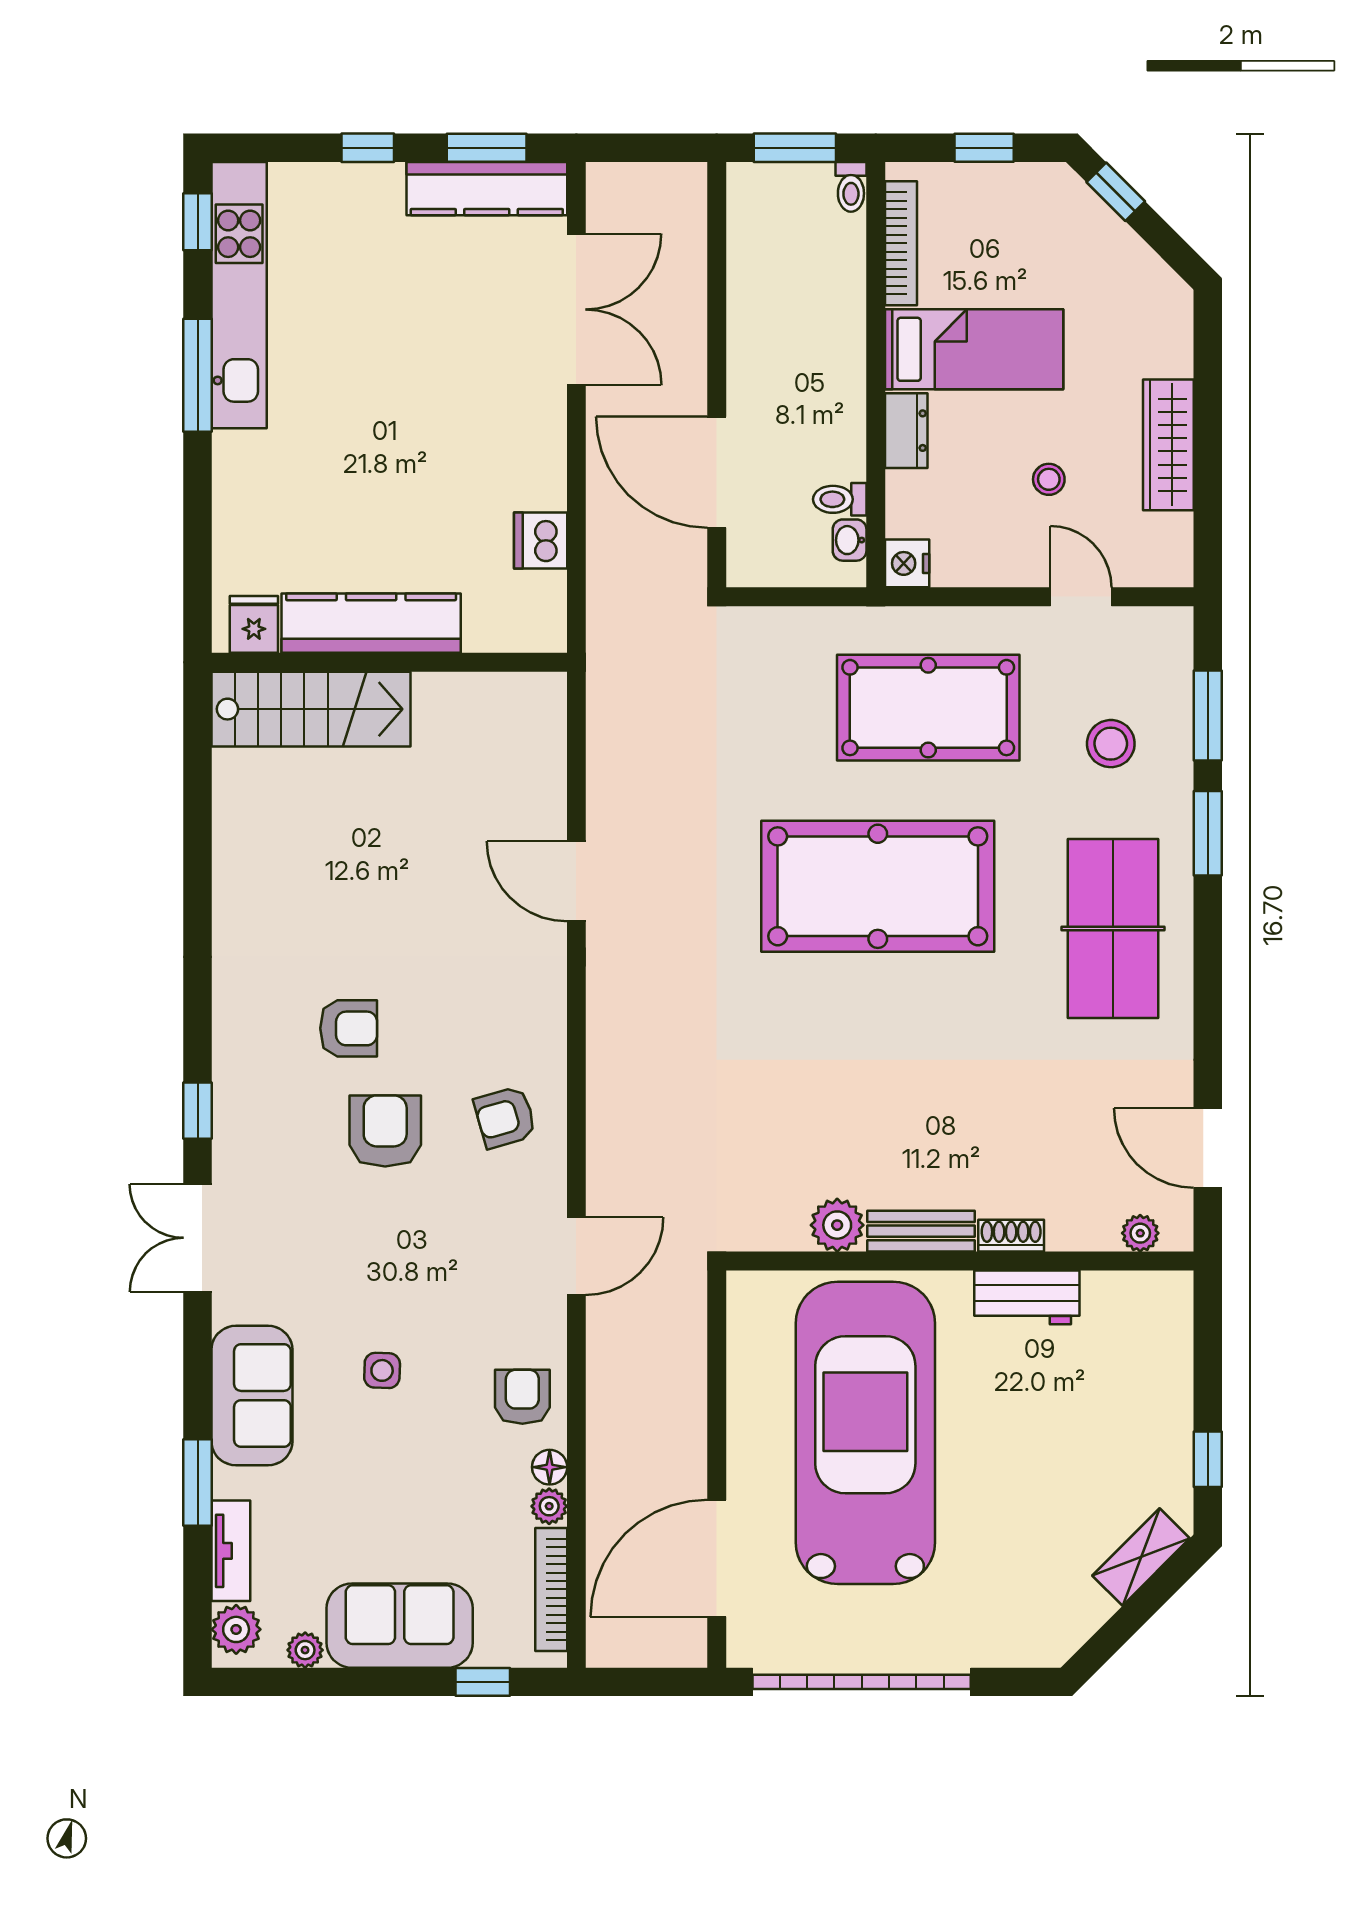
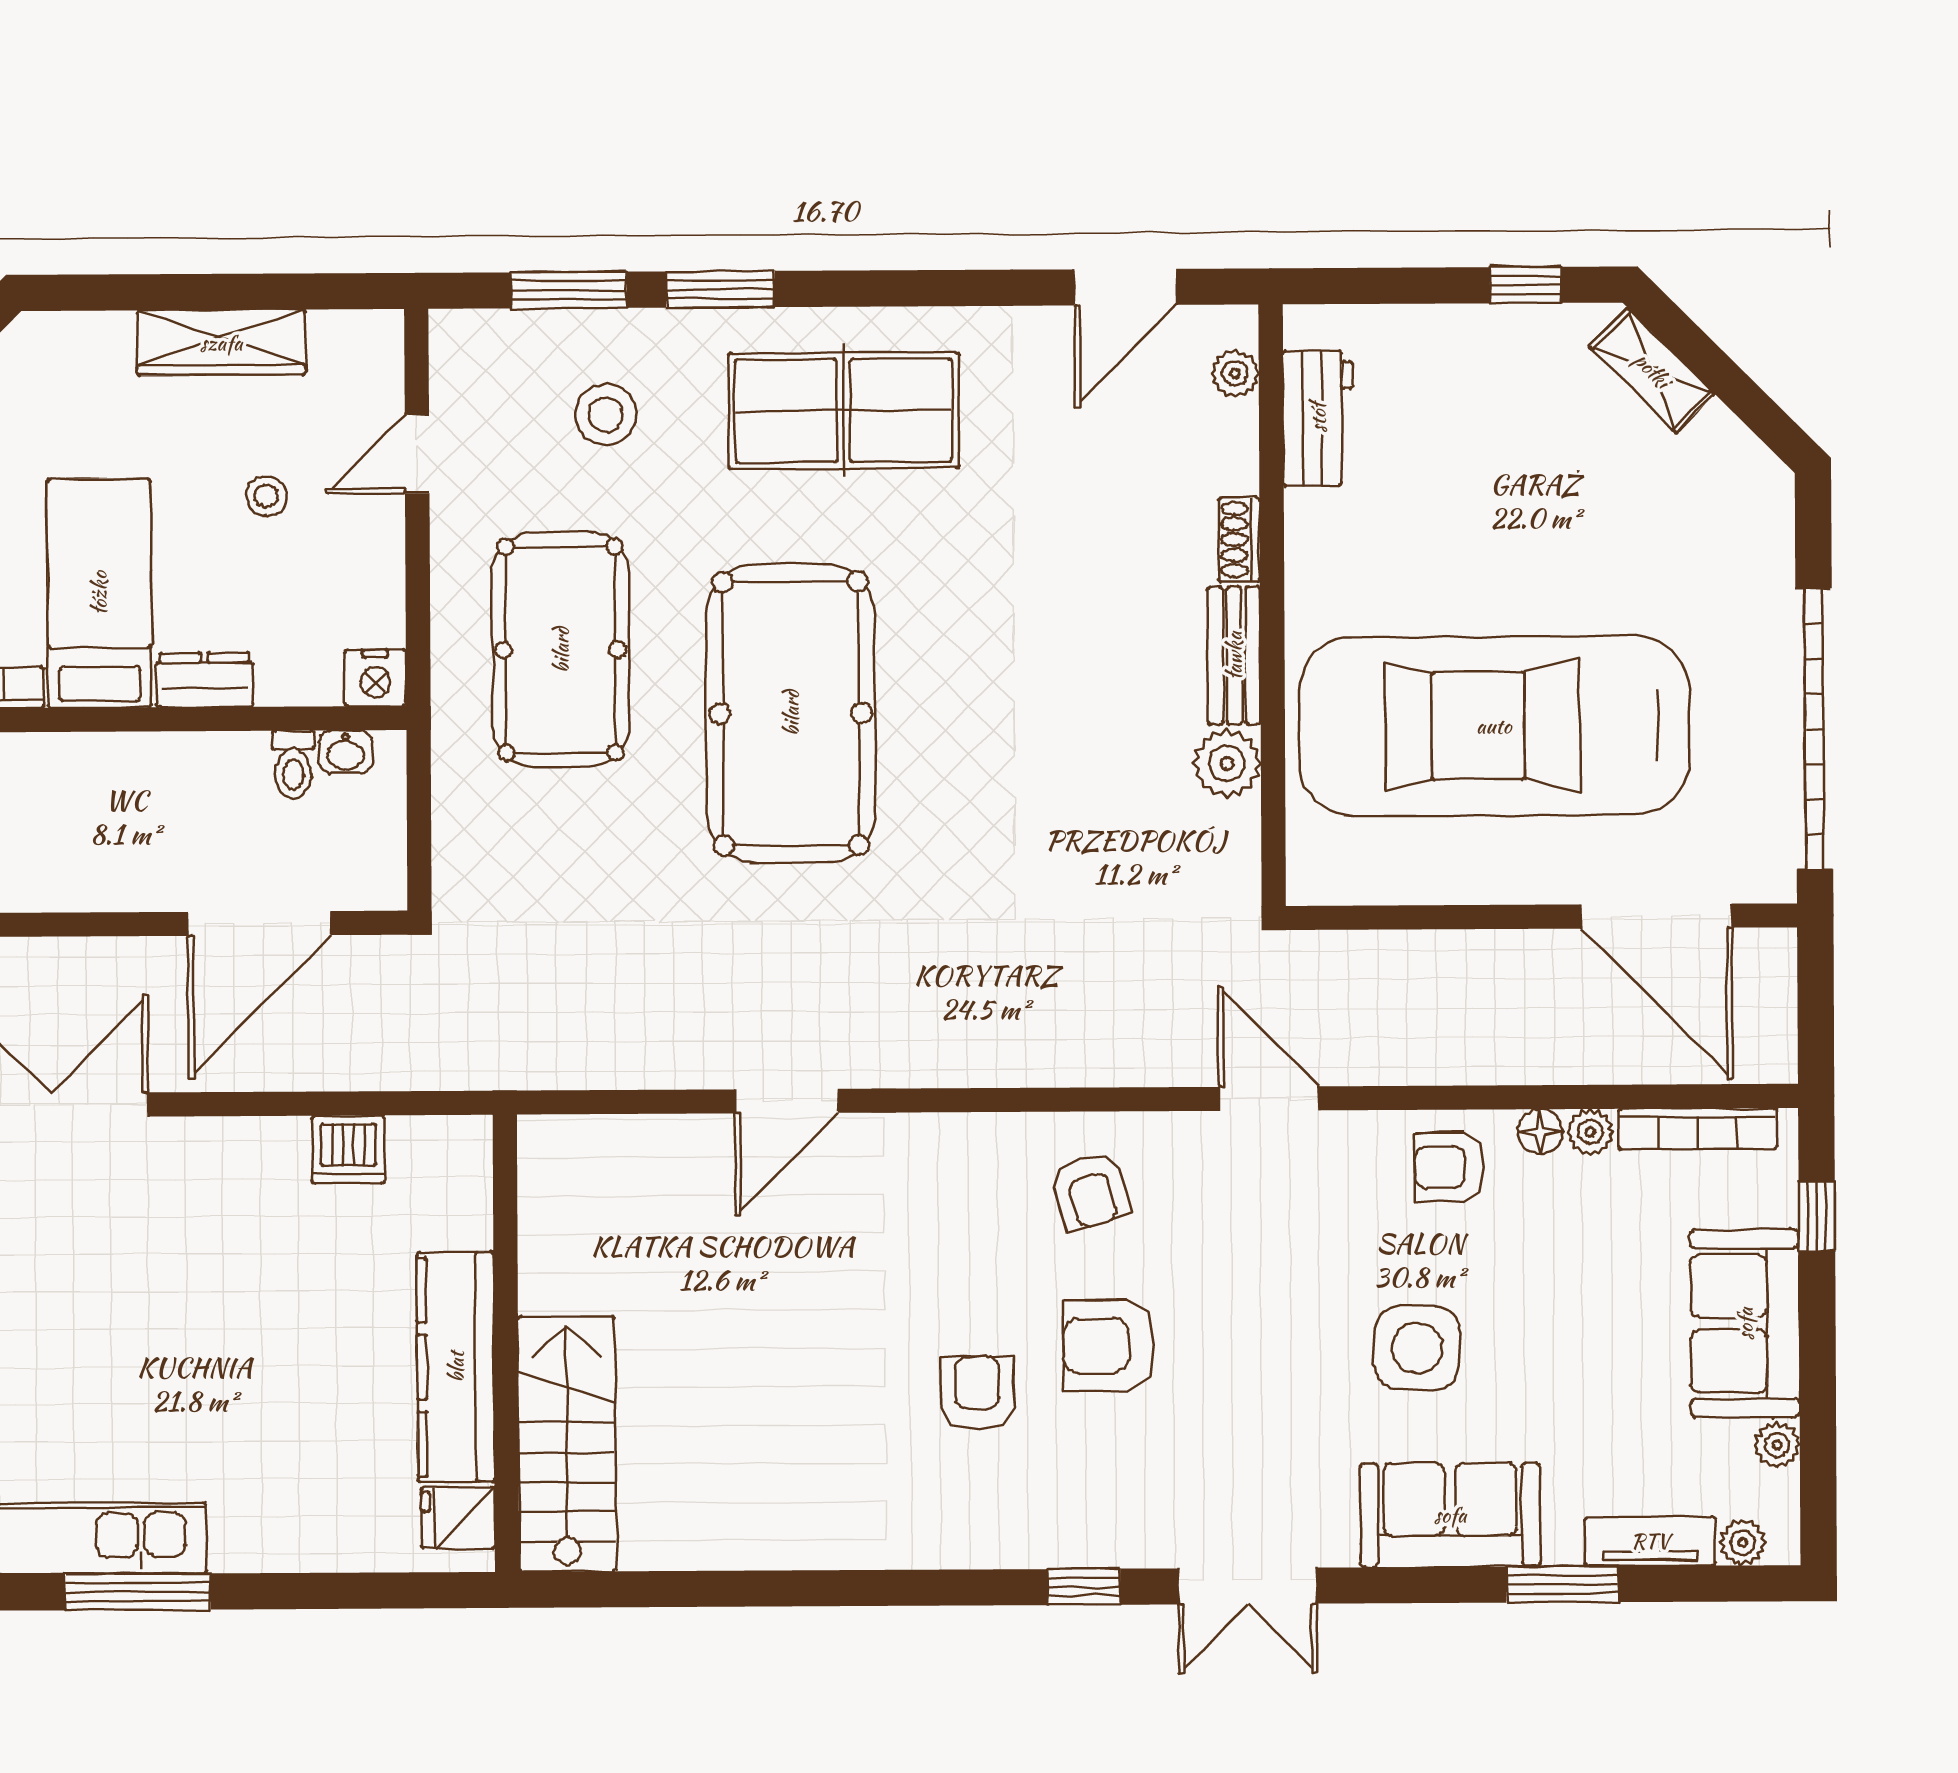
workbench: (1027, 1297) -> (1318, 418), moved
side table: (382, 1370) -> (1417, 1348), width x1.87, depth x1.87
plant: (236, 1629) -> (1742, 1542), width x0.73, depth x0.73

